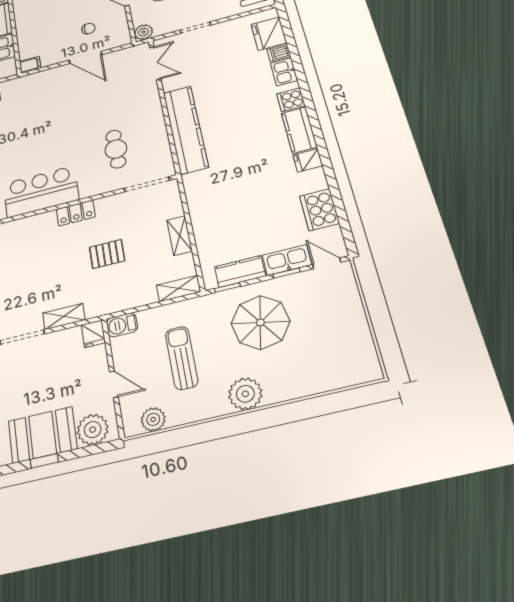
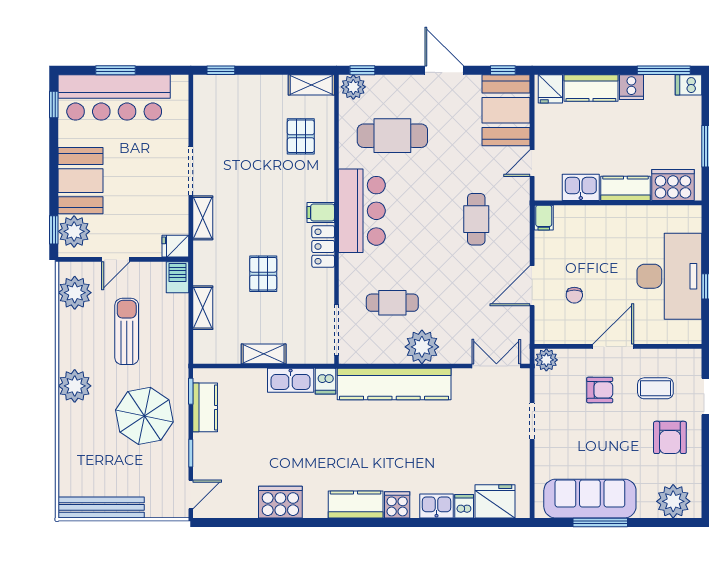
double door: (155, 63) -> (496, 366), swing flipped
cafe table: (37, 109) -> (476, 219), added
plant: (149, 118) -> (422, 347), added
fridge: (308, 160) -> (315, 505), removed
dishwasher: (194, 181) -> (325, 381), added
cooker: (319, 210) -> (280, 502), moved
filing cabinet: (47, 222) -> (321, 212), added
kitchen sink: (287, 260) -> (291, 380), moved, turned 90
shelving: (179, 289) -> (203, 308), moved
bench: (362, 340) -> (101, 507), added
sun lounger: (182, 358) -> (127, 331), turned -90
plant: (153, 419) -> (75, 293), width x1.36, depth x1.36
window: (44, 461) -> (54, 230), moved

